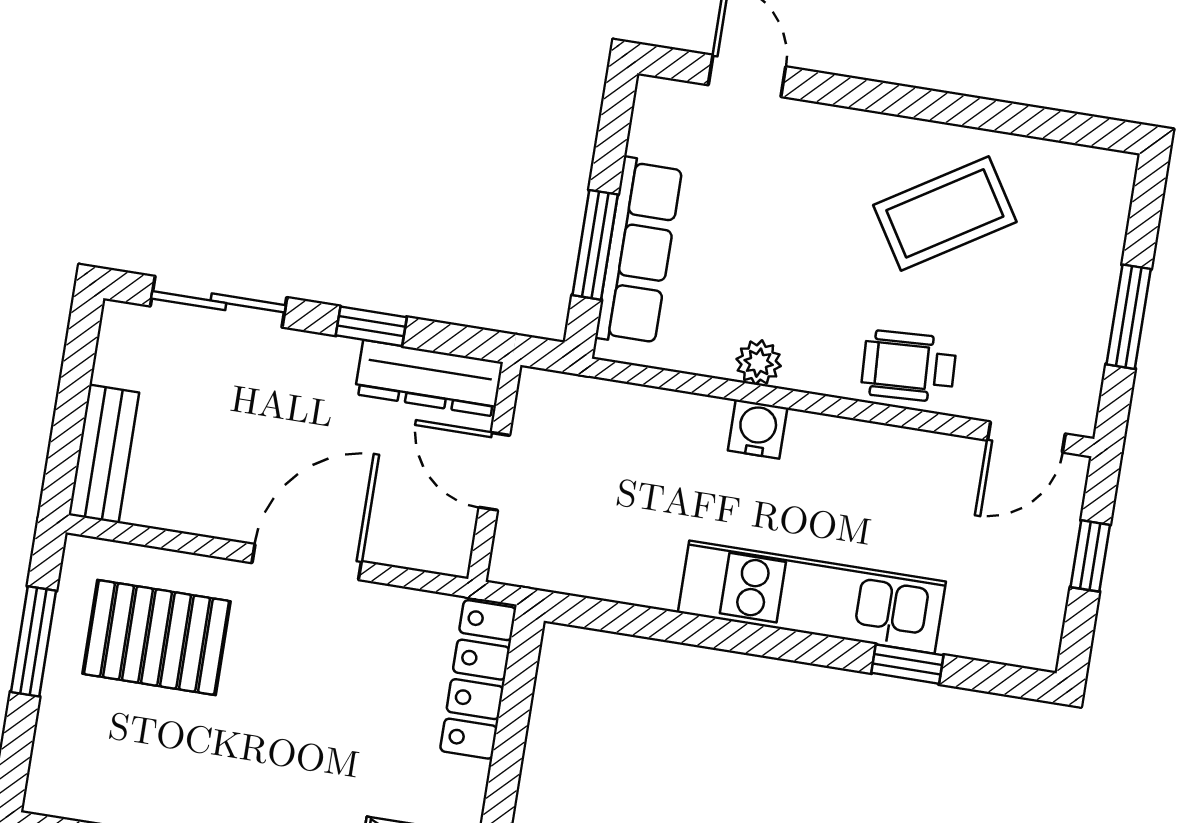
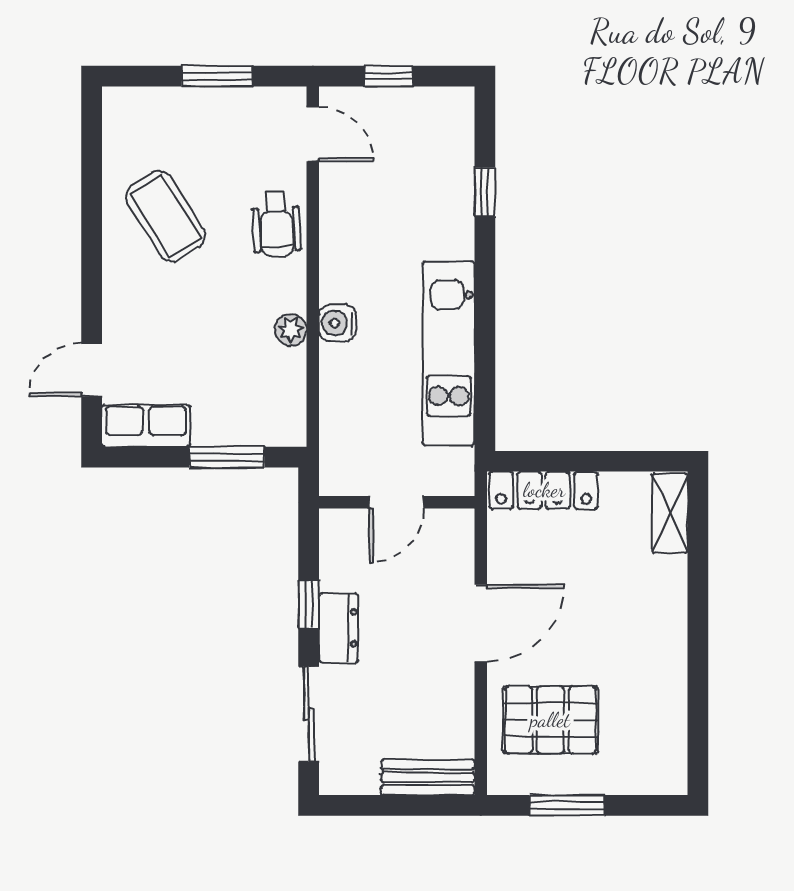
row of seats: (639, 252) -> (146, 426), moved, width x0.68
dresser: (429, 378) -> (339, 628), moved, width x0.70
door: (307, 562) -> (481, 623), swing flipped
kitchen unit: (812, 597) -> (449, 354), moved
pallet: (157, 637) -> (550, 720), turned 90

